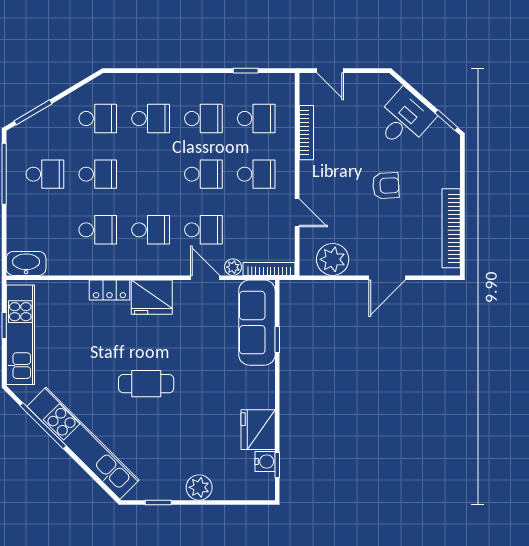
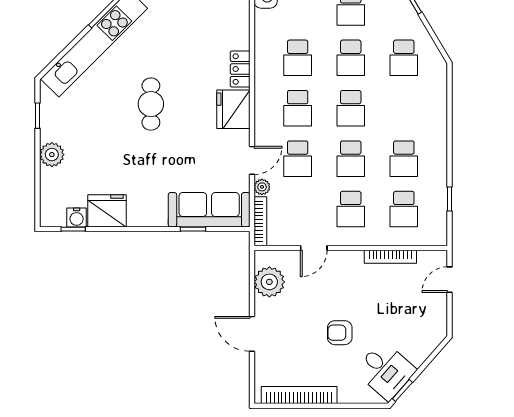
school desk: (151, 119) -> (351, 108), moved
desk: (404, 119) -> (385, 370), moved
armchair: (386, 186) -> (340, 333), turned 93

